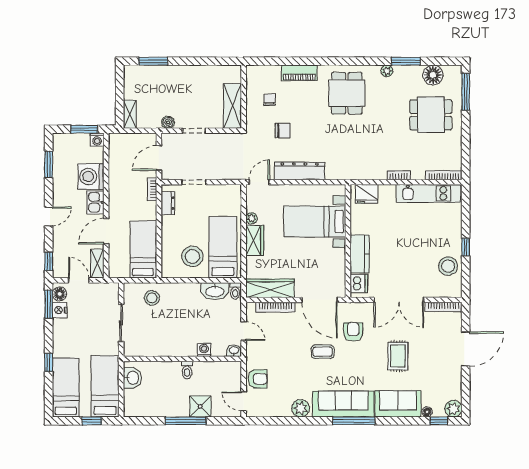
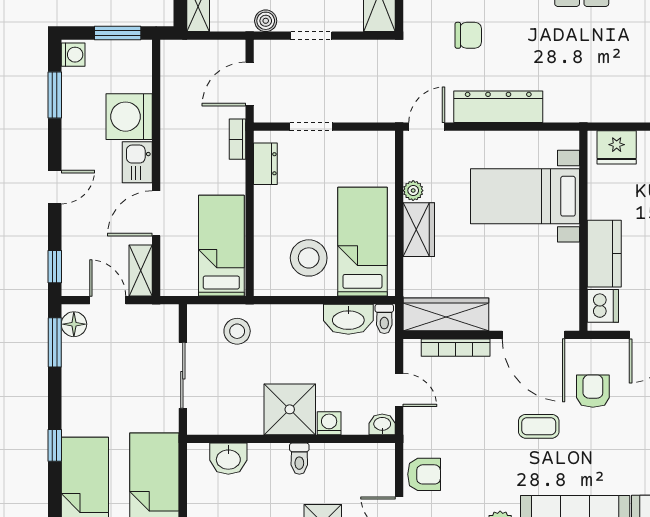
washing machine: (97, 140) -> (73, 55), moved, turned -90
nightstand: (60, 310) -> (74, 353), removed
shower: (182, 342) -> (290, 409), added
washbasin: (132, 378) -> (228, 459), moved, turned 90

